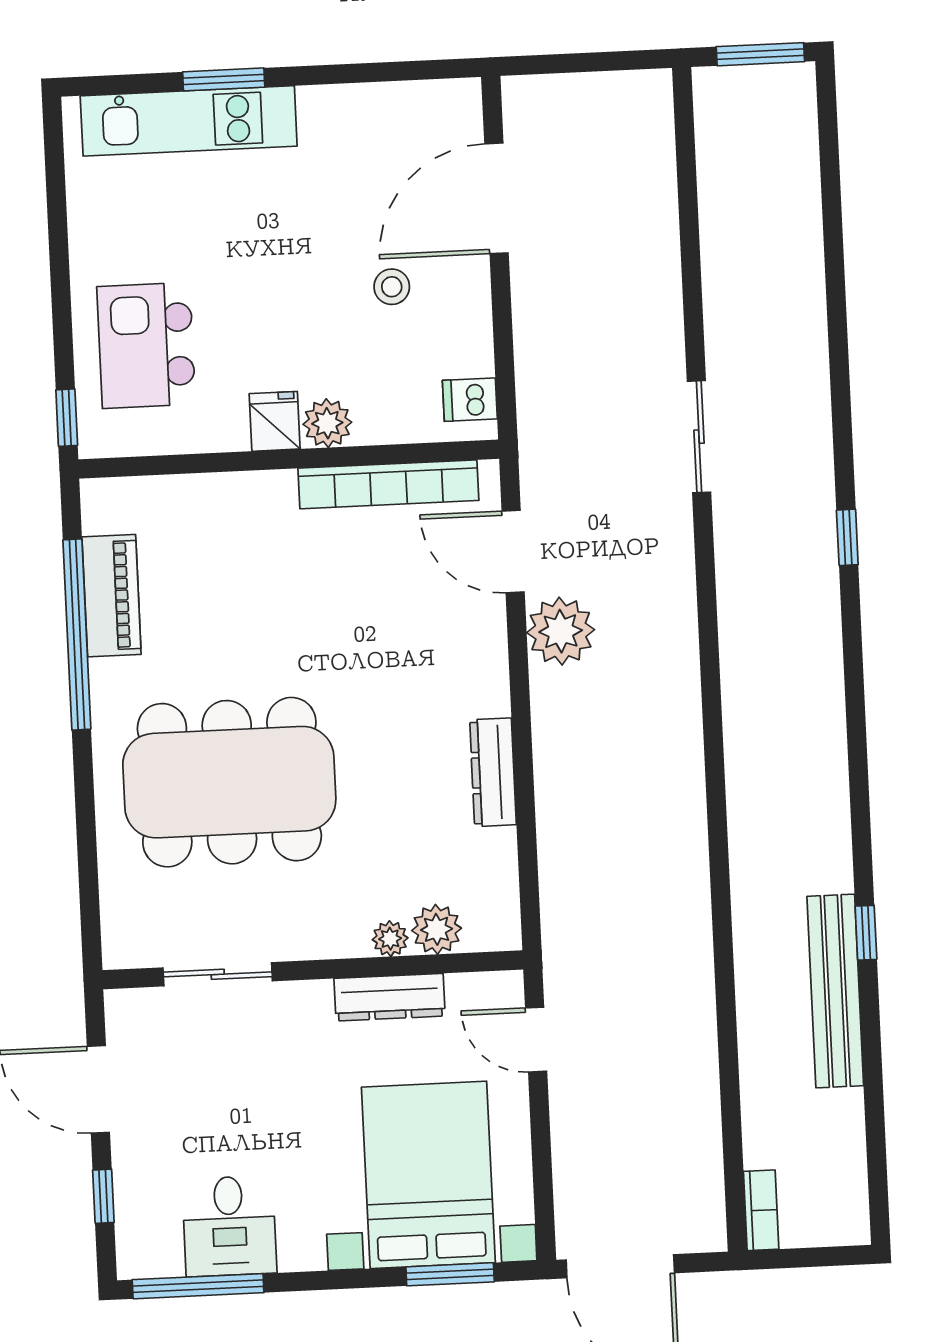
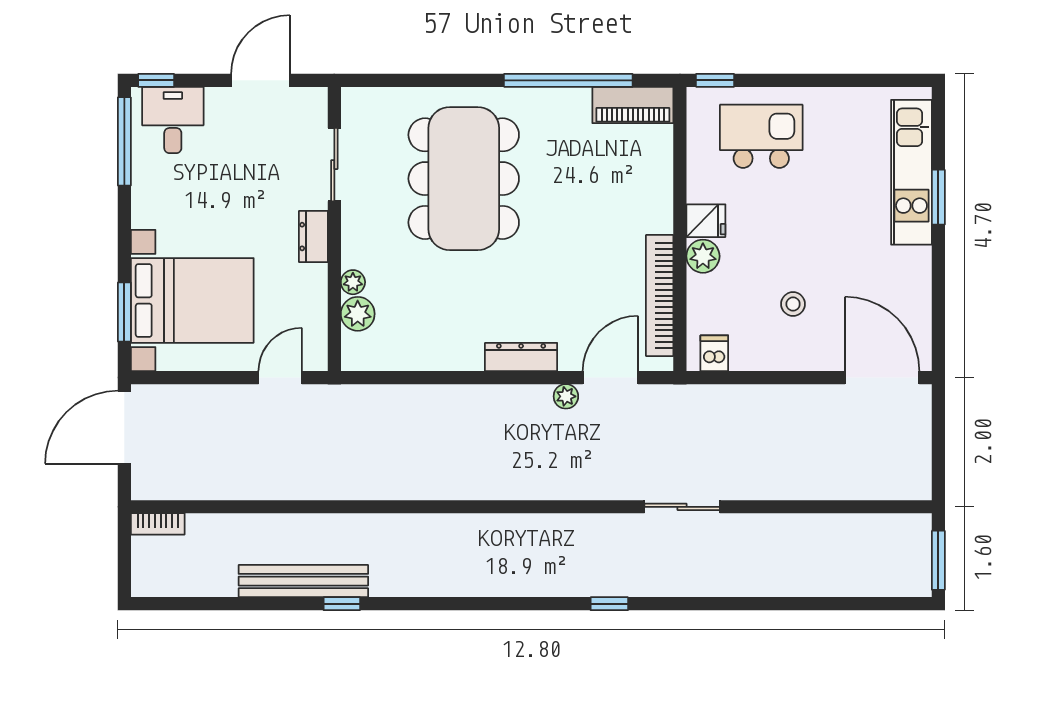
door: (496, 198) -> (882, 378), moved
piano: (112, 596) -> (633, 105), moved
plant: (561, 631) -> (566, 396), width x0.53, depth x0.53
dresser: (493, 772) -> (521, 357), moved
dresser: (390, 997) -> (313, 237), moved, width x0.70
window: (103, 1196) -> (156, 80), moved
desk: (229, 1226) -> (173, 120), moved, turned 90

